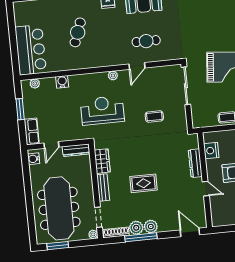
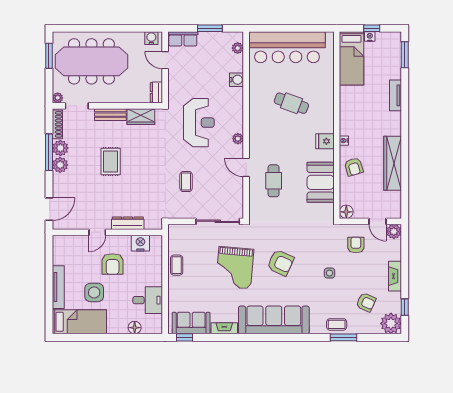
armchair: (216, 28) -> (281, 263), added
bar counter: (31, 50) -> (287, 47), width x1.36
dresser: (76, 150) -> (156, 92), width x0.70

